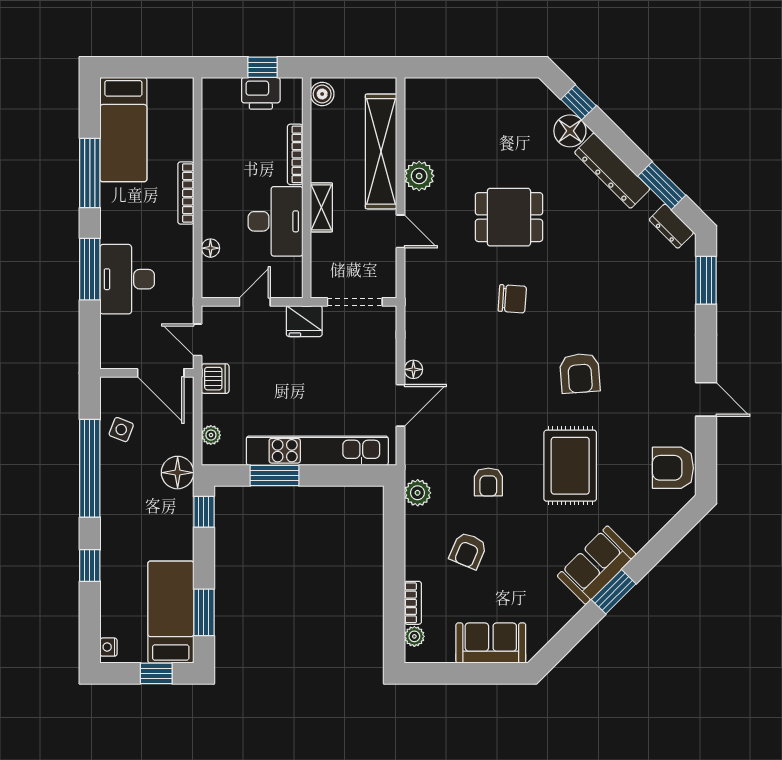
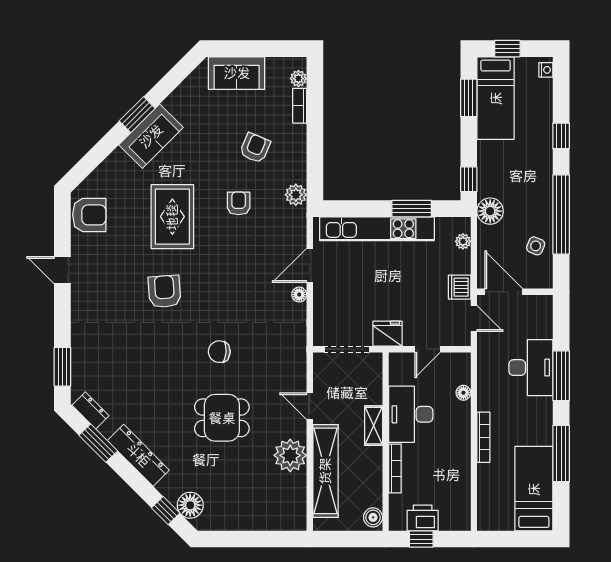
floor lamp: (570, 131) -> (190, 505), moved
plant: (419, 176) -> (290, 455), width x1.36, depth x1.36

